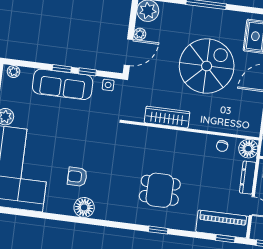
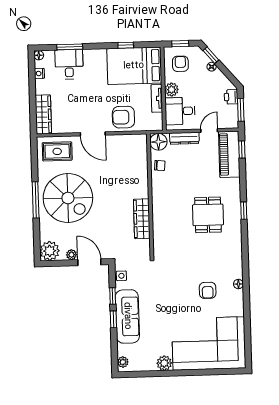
spiral stairs: (207, 66) -> (68, 198), moved, turned 180
floor lamp: (84, 207) -> (238, 284), width x0.53, depth x0.53

